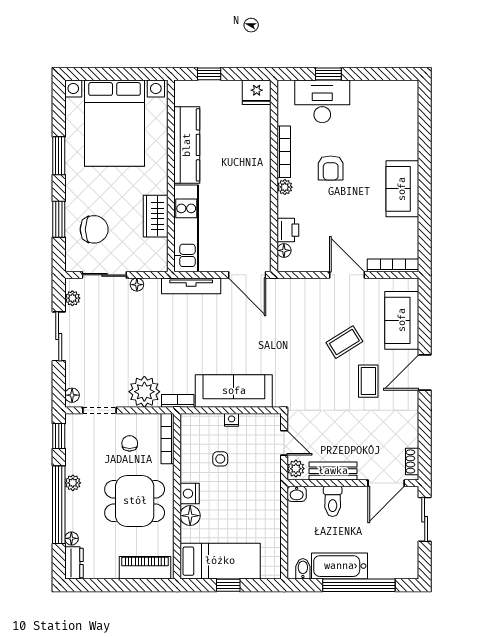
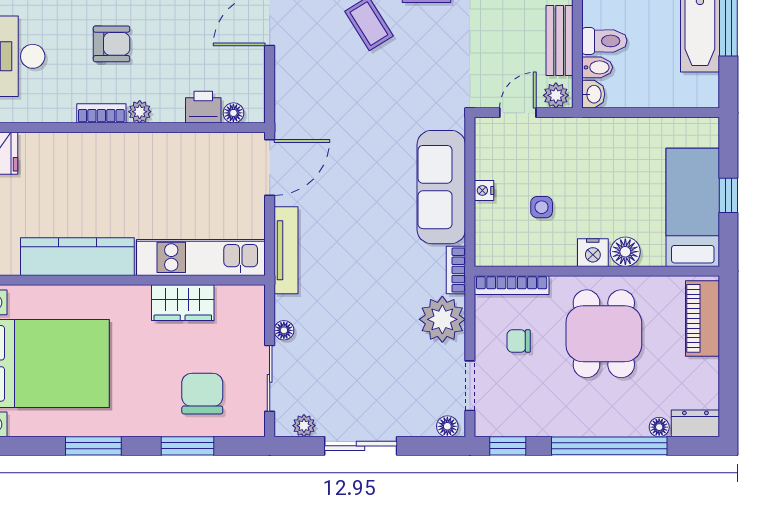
bookcase: (284, 152) -> (101, 113), width x0.64
plant: (73, 483) -> (577, 425), removed
bidet: (303, 569) -> (597, 67), moved, turned 180

